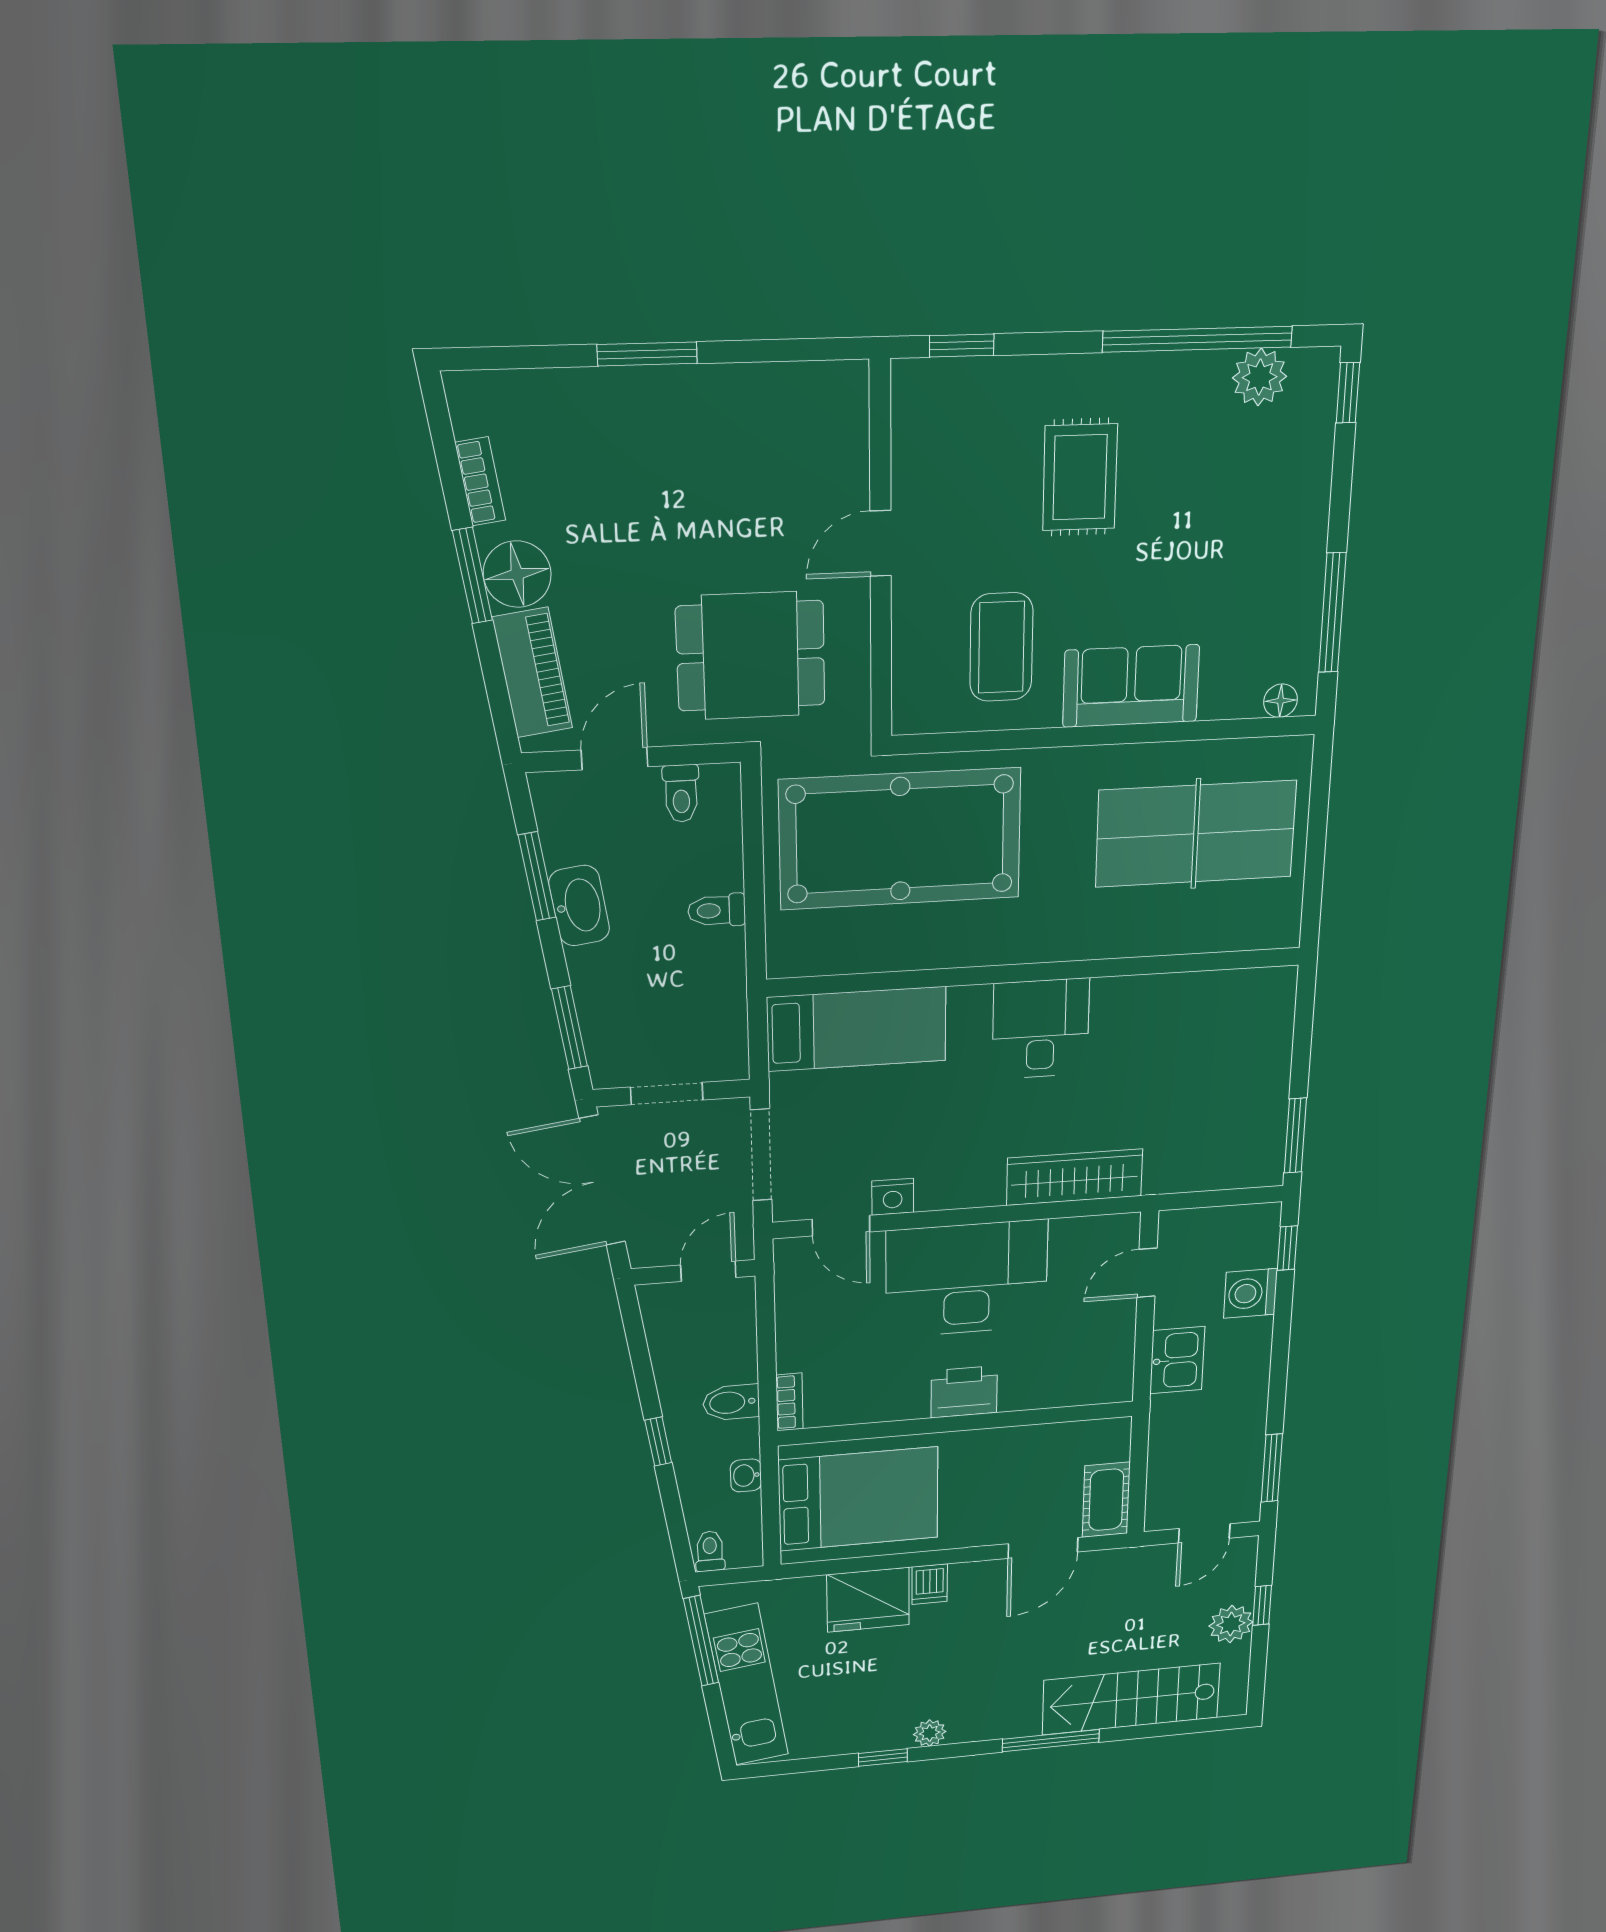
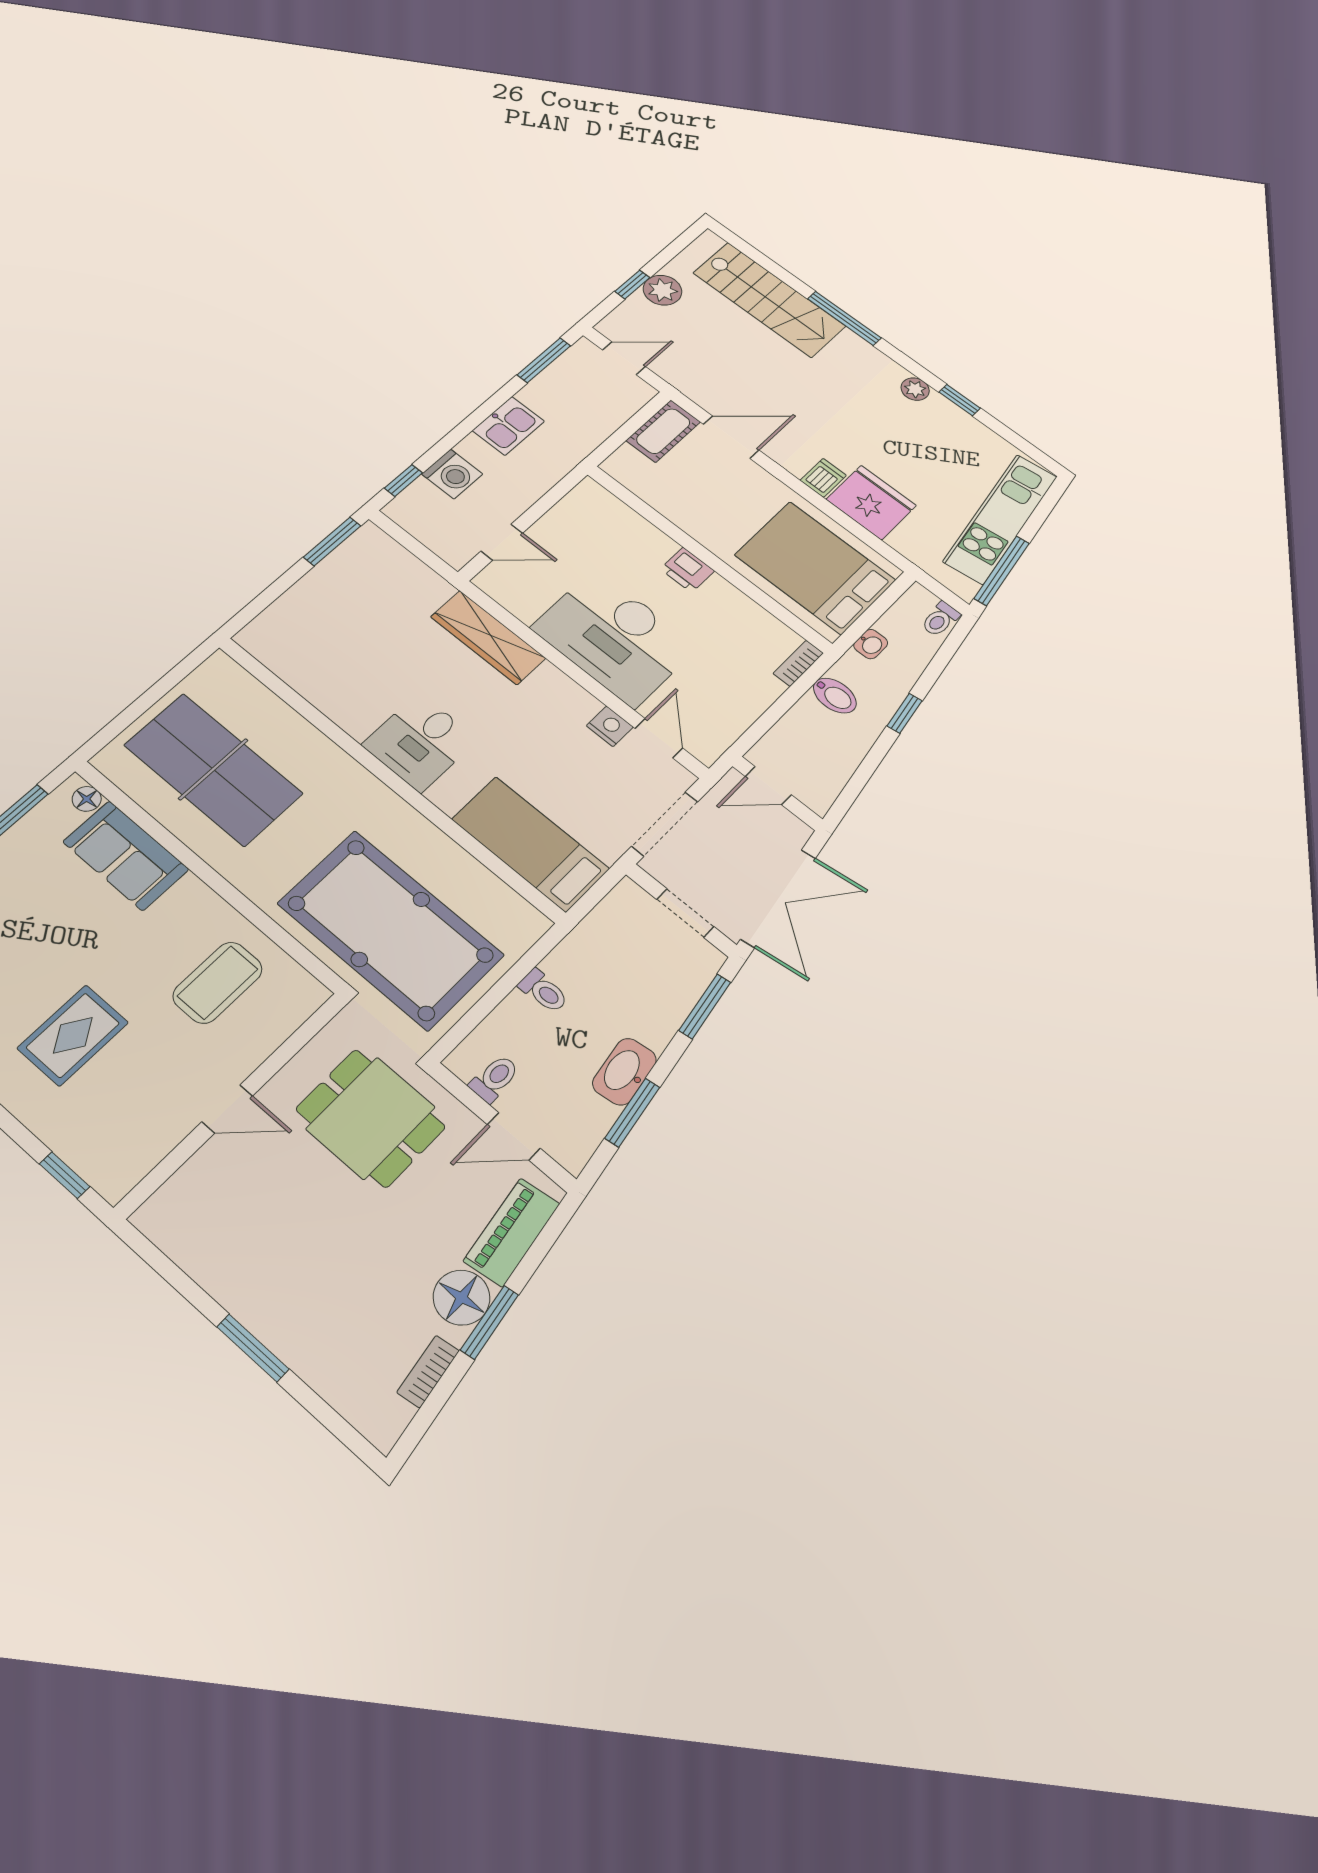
sofa: (1131, 686) -> (126, 855), moved
kitchen sink: (1177, 1360) -> (508, 426), moved, turned 180
printer: (964, 1392) -> (687, 570), width x0.73, depth x0.81

